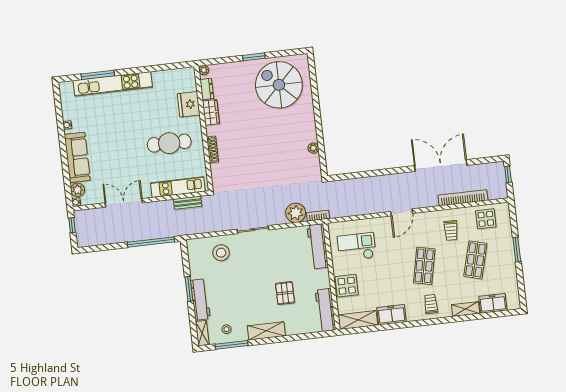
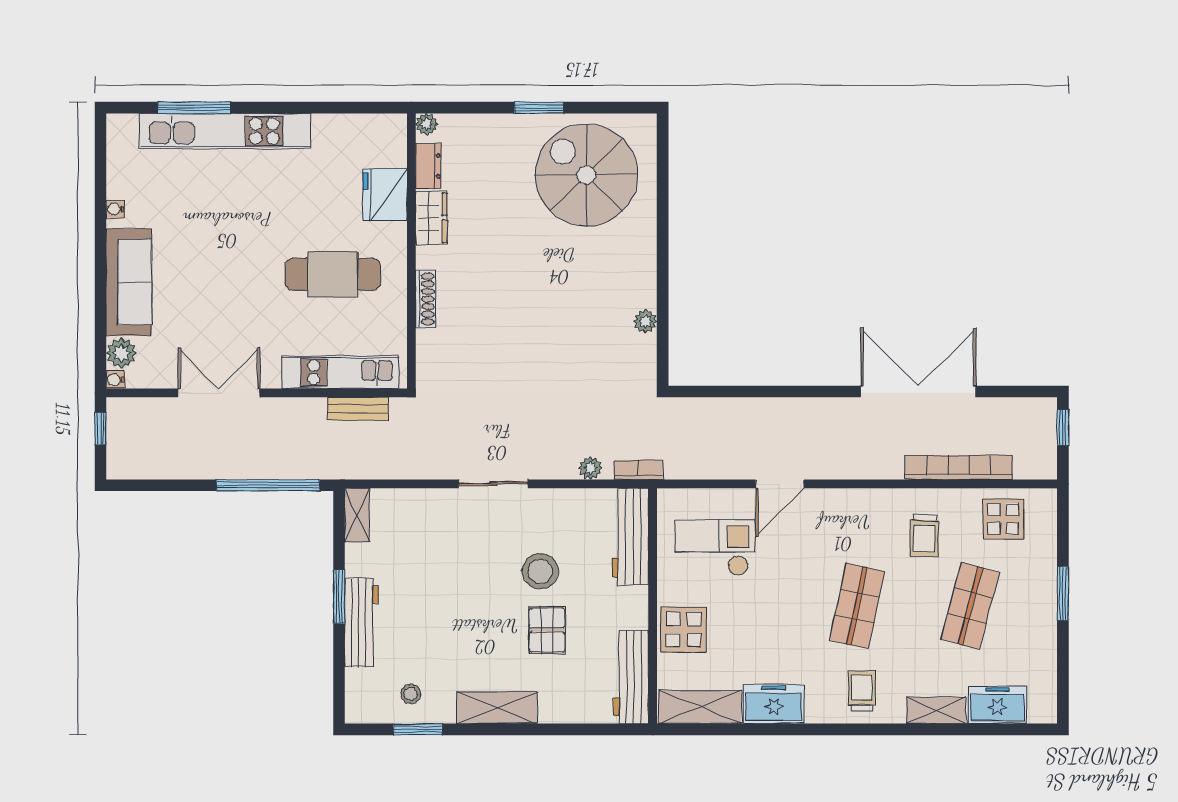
door: (402, 212) -> (780, 484), moved
plant: (296, 213) -> (591, 468), width x0.53, depth x0.53
stool: (221, 253) -> (540, 571), moved
shelving: (202, 333) -> (357, 515), moved
window: (232, 345) -> (418, 729), width x0.69

